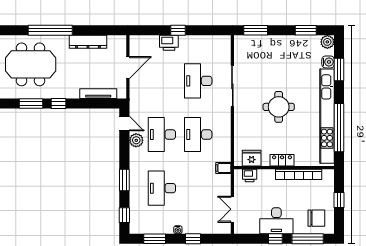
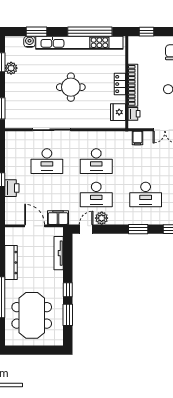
plant: (327, 42) -> (11, 68), moved
filing cabinet: (137, 93) -> (58, 218), added
filing cabinet: (223, 168) -> (138, 138), moved
bookcase: (299, 174) -> (133, 85), moved
window: (339, 200) -> (147, 32), moved

